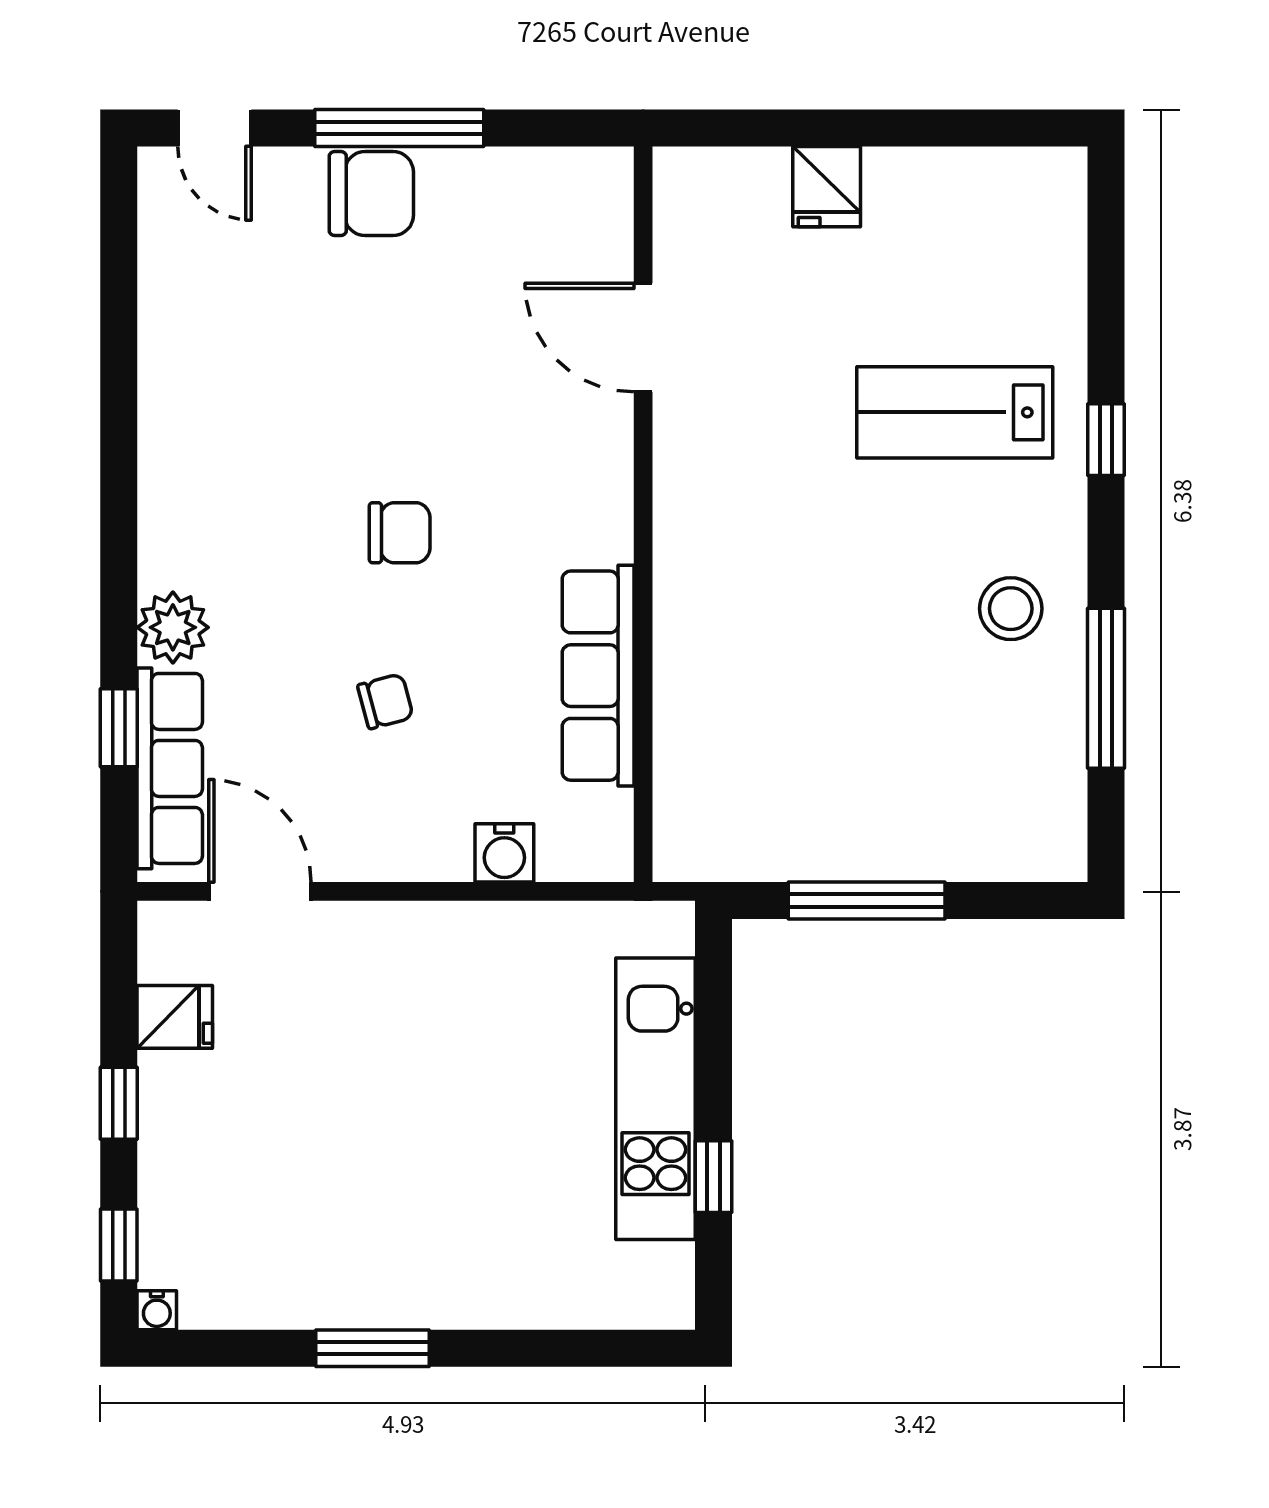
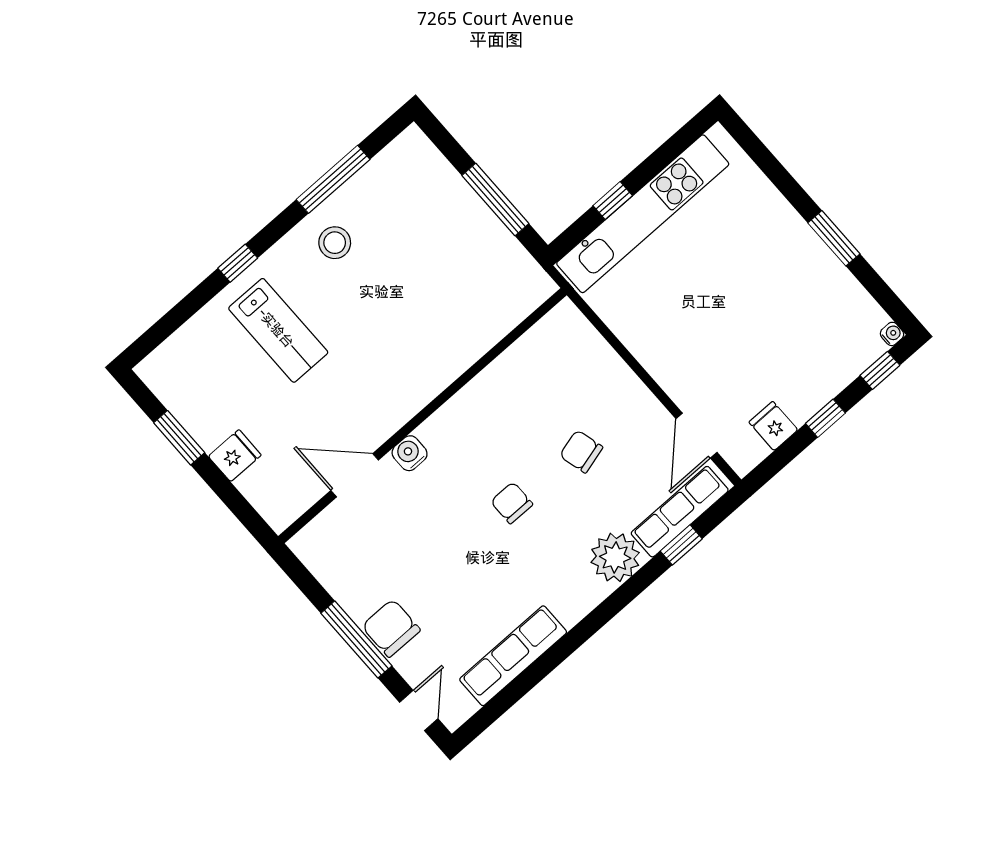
window: (925, 128) -> (179, 438), added
door: (643, 337) -> (355, 475), swing flipped
plant: (173, 627) -> (615, 557), width x1.36, depth x1.36
row of seats: (598, 676) -> (513, 656), moved, turned 180
chair: (385, 701) -> (581, 452), width x1.37, depth x1.37
water cooler: (504, 853) -> (410, 453), moved, turned -90
kitchen unit: (655, 1099) -> (643, 214), width x1.36
window: (714, 1177) -> (613, 201), moved

